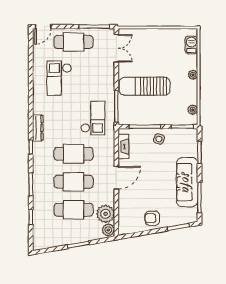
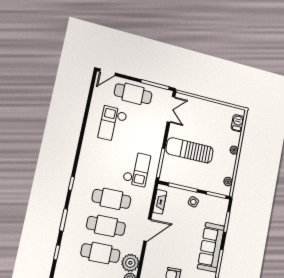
dresser: (38, 128) -> (82, 167), removed

